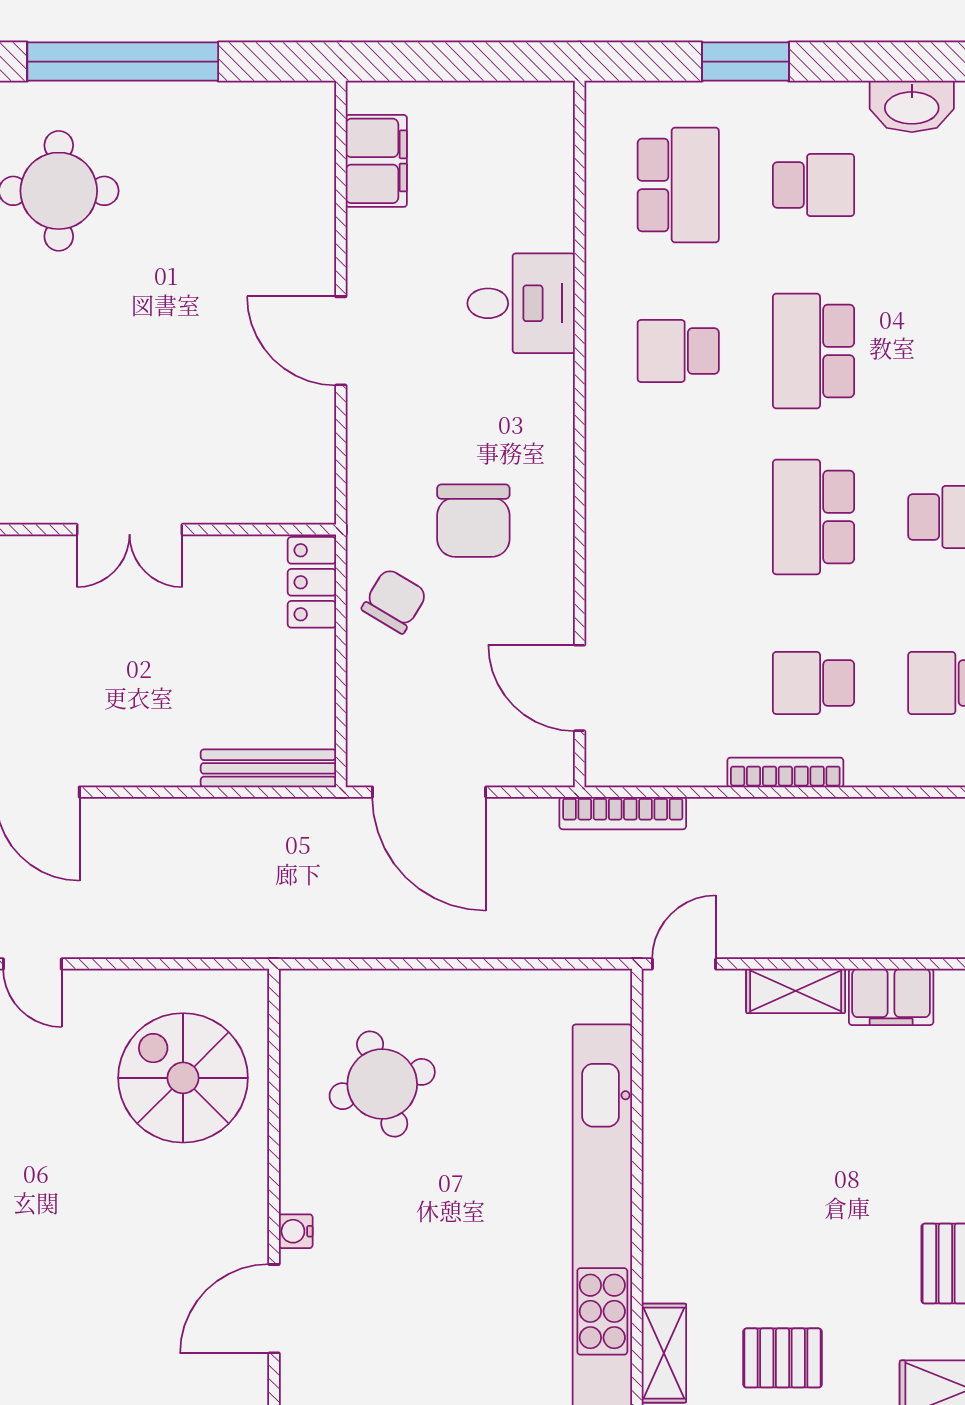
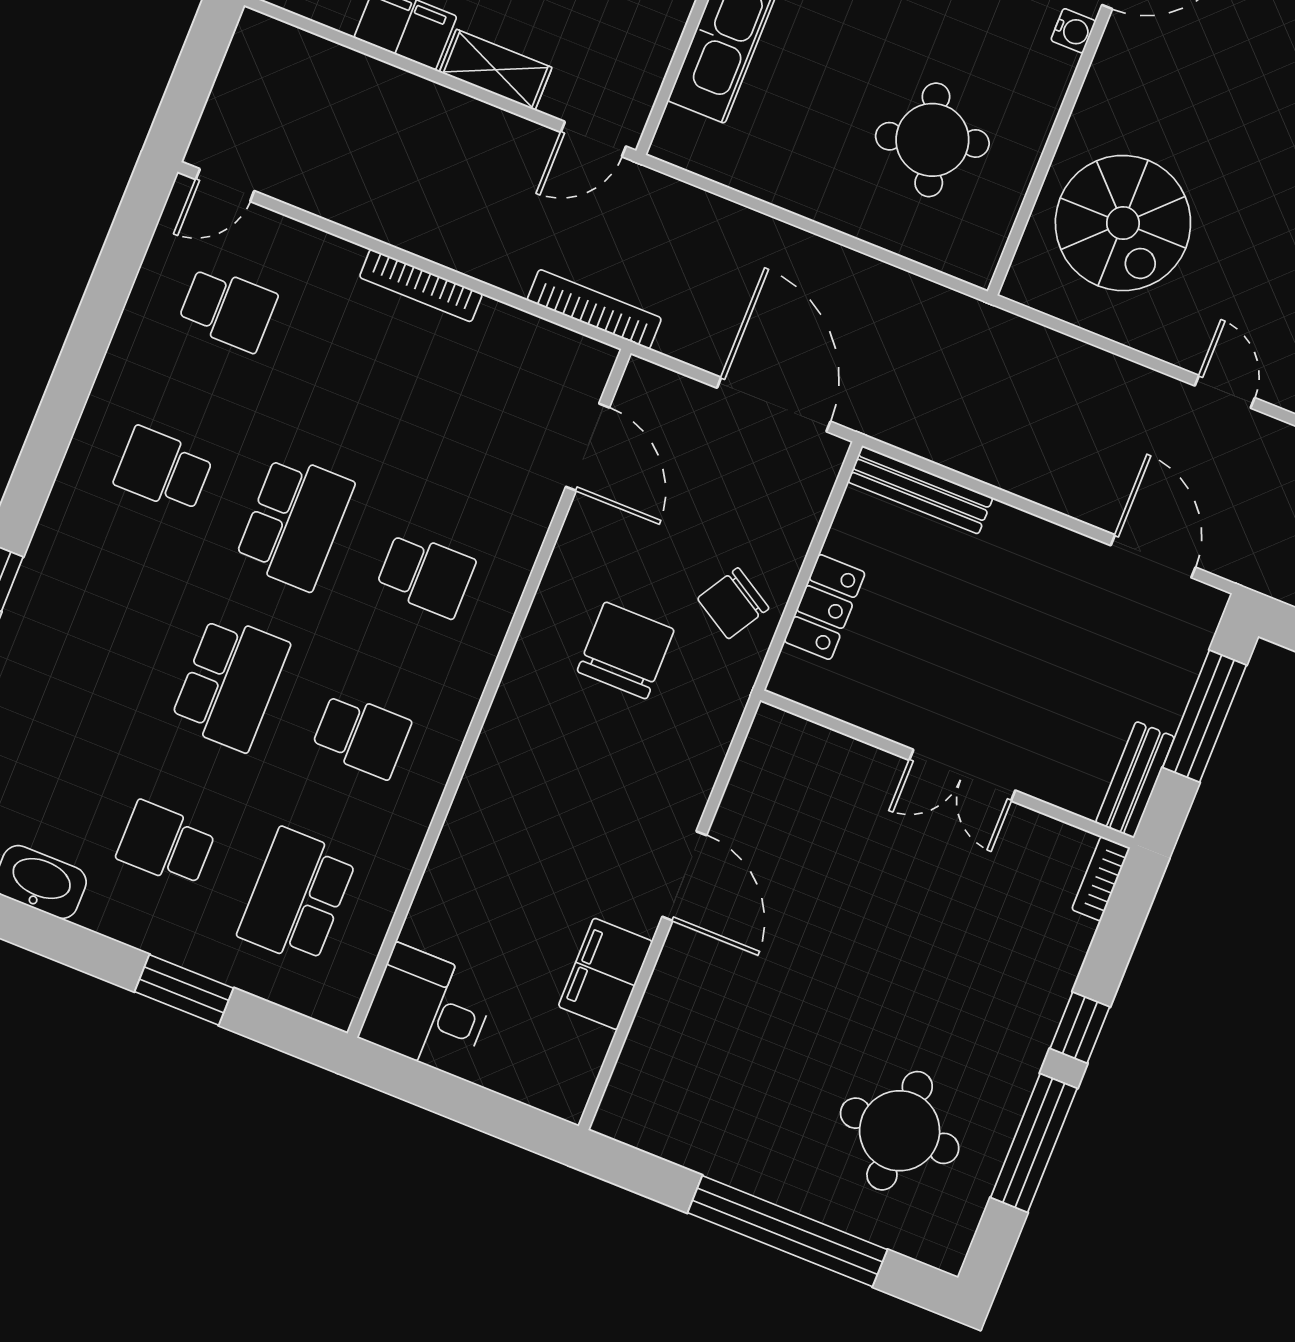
filing cabinet: (376, 161) -> (605, 974), moved
desk: (521, 303) -> (428, 1010), moved
double door: (130, 529) -> (962, 775), swing flipped
locker: (312, 582) -> (825, 607), moved
school desk: (814, 683) -> (426, 575), moved

